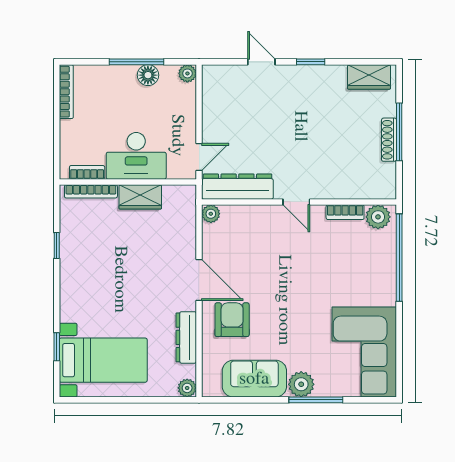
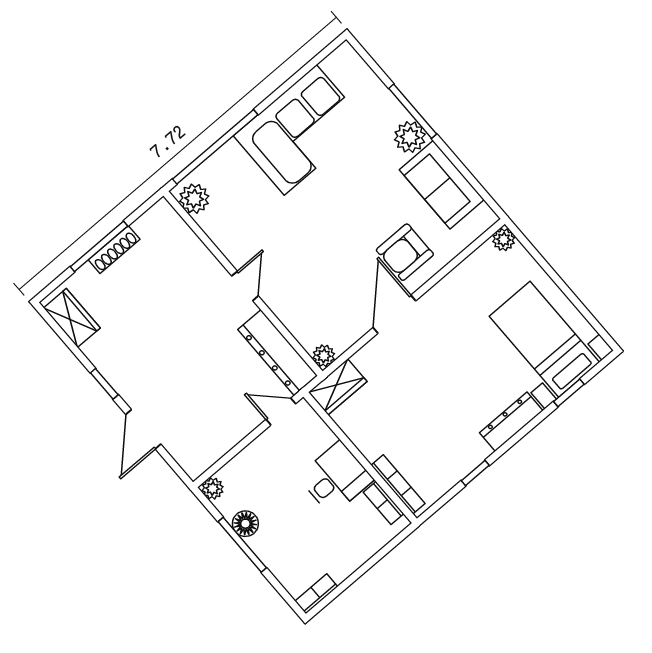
door: (261, 62) -> (143, 429), width x1.37
bookcase: (66, 92) -> (316, 594), width x0.64
desk: (136, 156) -> (336, 478), width x0.73
wardrobe: (140, 197) -> (338, 387), moved, turned 90
bookcase: (345, 212) -> (216, 233), removed
dresser: (186, 337) -> (511, 422), moved, turned 180
corner sofa: (364, 352) -> (300, 130), moved

